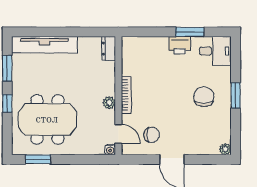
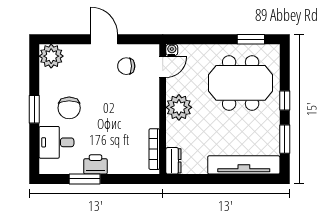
desk: (215, 51) -> (56, 142), moved
bookcase: (126, 95) -> (154, 149), moved
plant: (109, 103) -> (179, 107), width x1.87, depth x1.87
door: (118, 134) -> (163, 67), swing flipped
plant: (225, 149) -> (51, 56), width x1.87, depth x1.87

